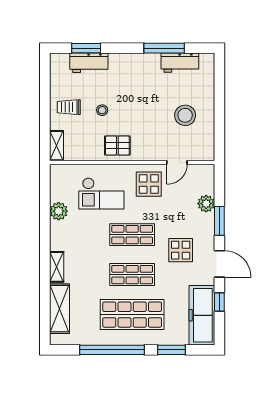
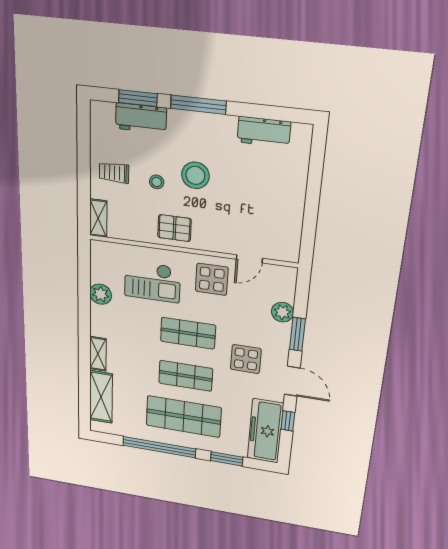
window: (164, 48) -> (198, 105), moved
stool: (185, 115) -> (195, 175), moved

